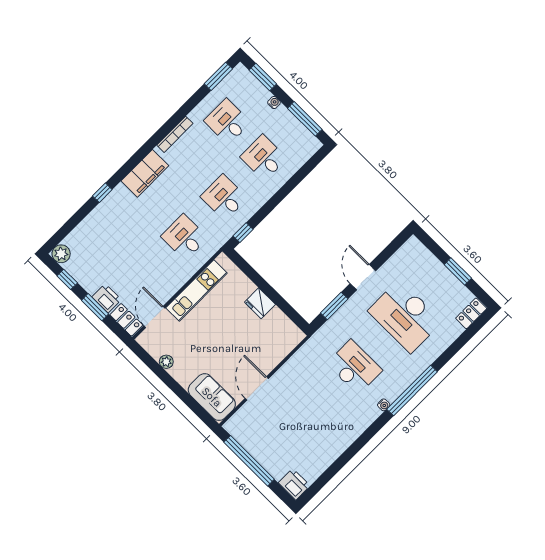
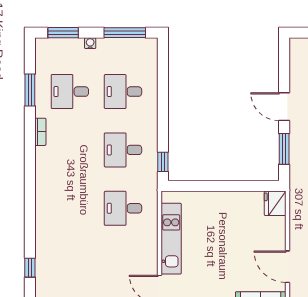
window: (218, 76) -> (30, 90), moved
bookcase: (175, 134) -> (40, 132), width x0.64
filing cabinet: (145, 173) -> (47, 190), removed
window: (102, 193) -> (30, 268), moved
fridge: (260, 303) -> (275, 203), moved, turned 90

